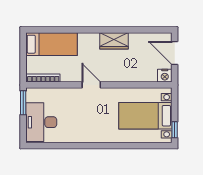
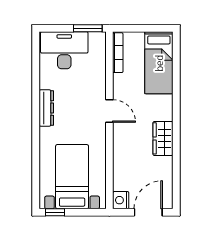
door: (91, 85) -> (109, 111), hinge flipped
dresser: (89, 137) -> (46, 108), added

